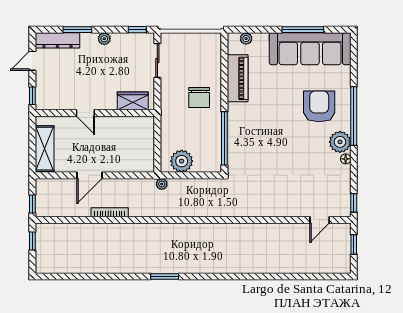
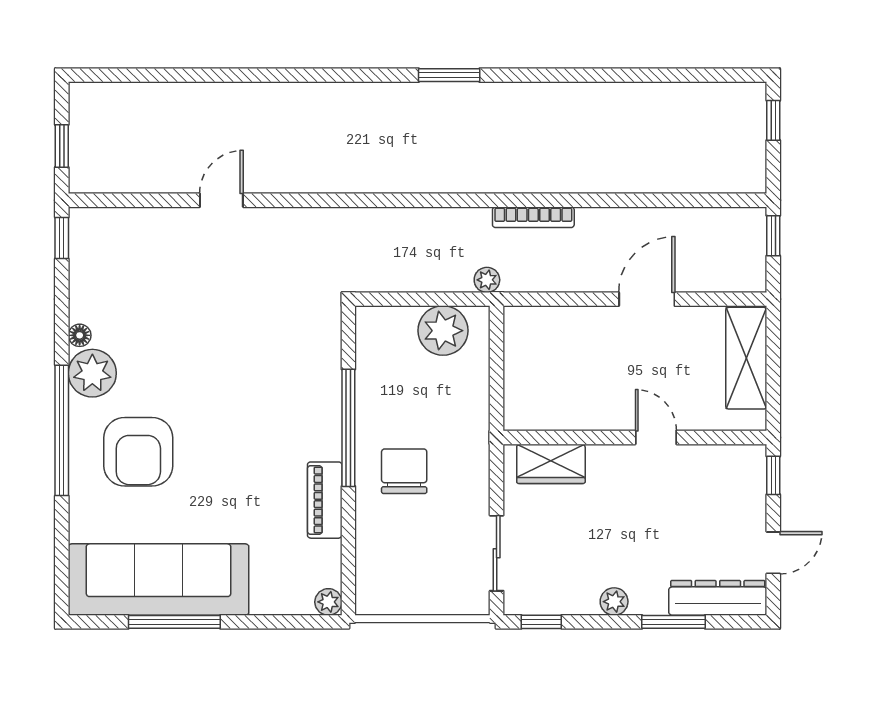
plant: (246, 39) -> (328, 602), moved
piano: (238, 78) -> (325, 500), width x0.73, depth x0.75
window: (224, 138) -> (348, 428), moved
bookcase: (110, 212) -> (533, 217), moved
door: (320, 220) -> (221, 200), moved
window: (32, 241) -> (773, 120), moved
window: (165, 277) -> (449, 75), moved

